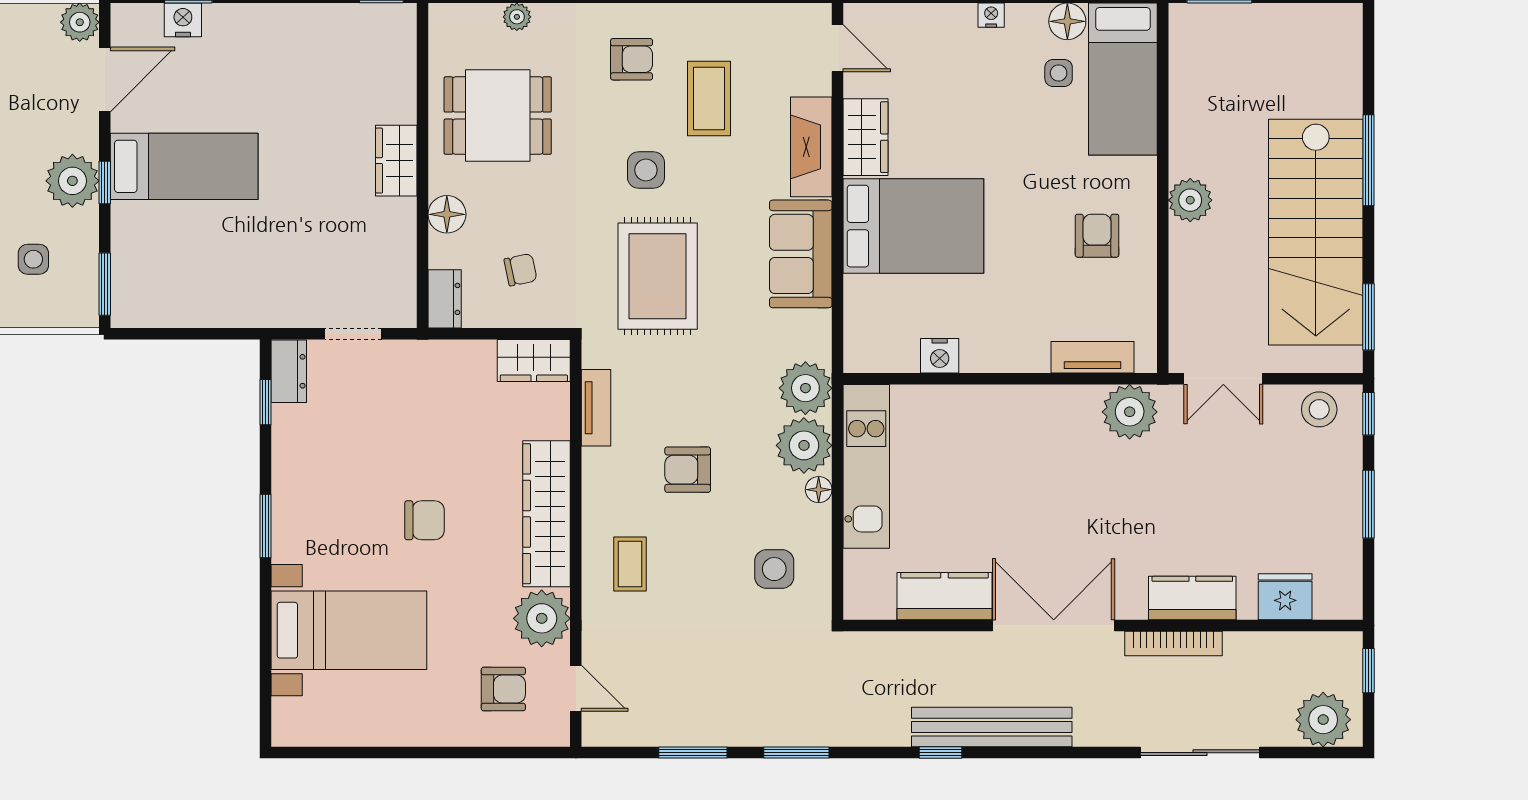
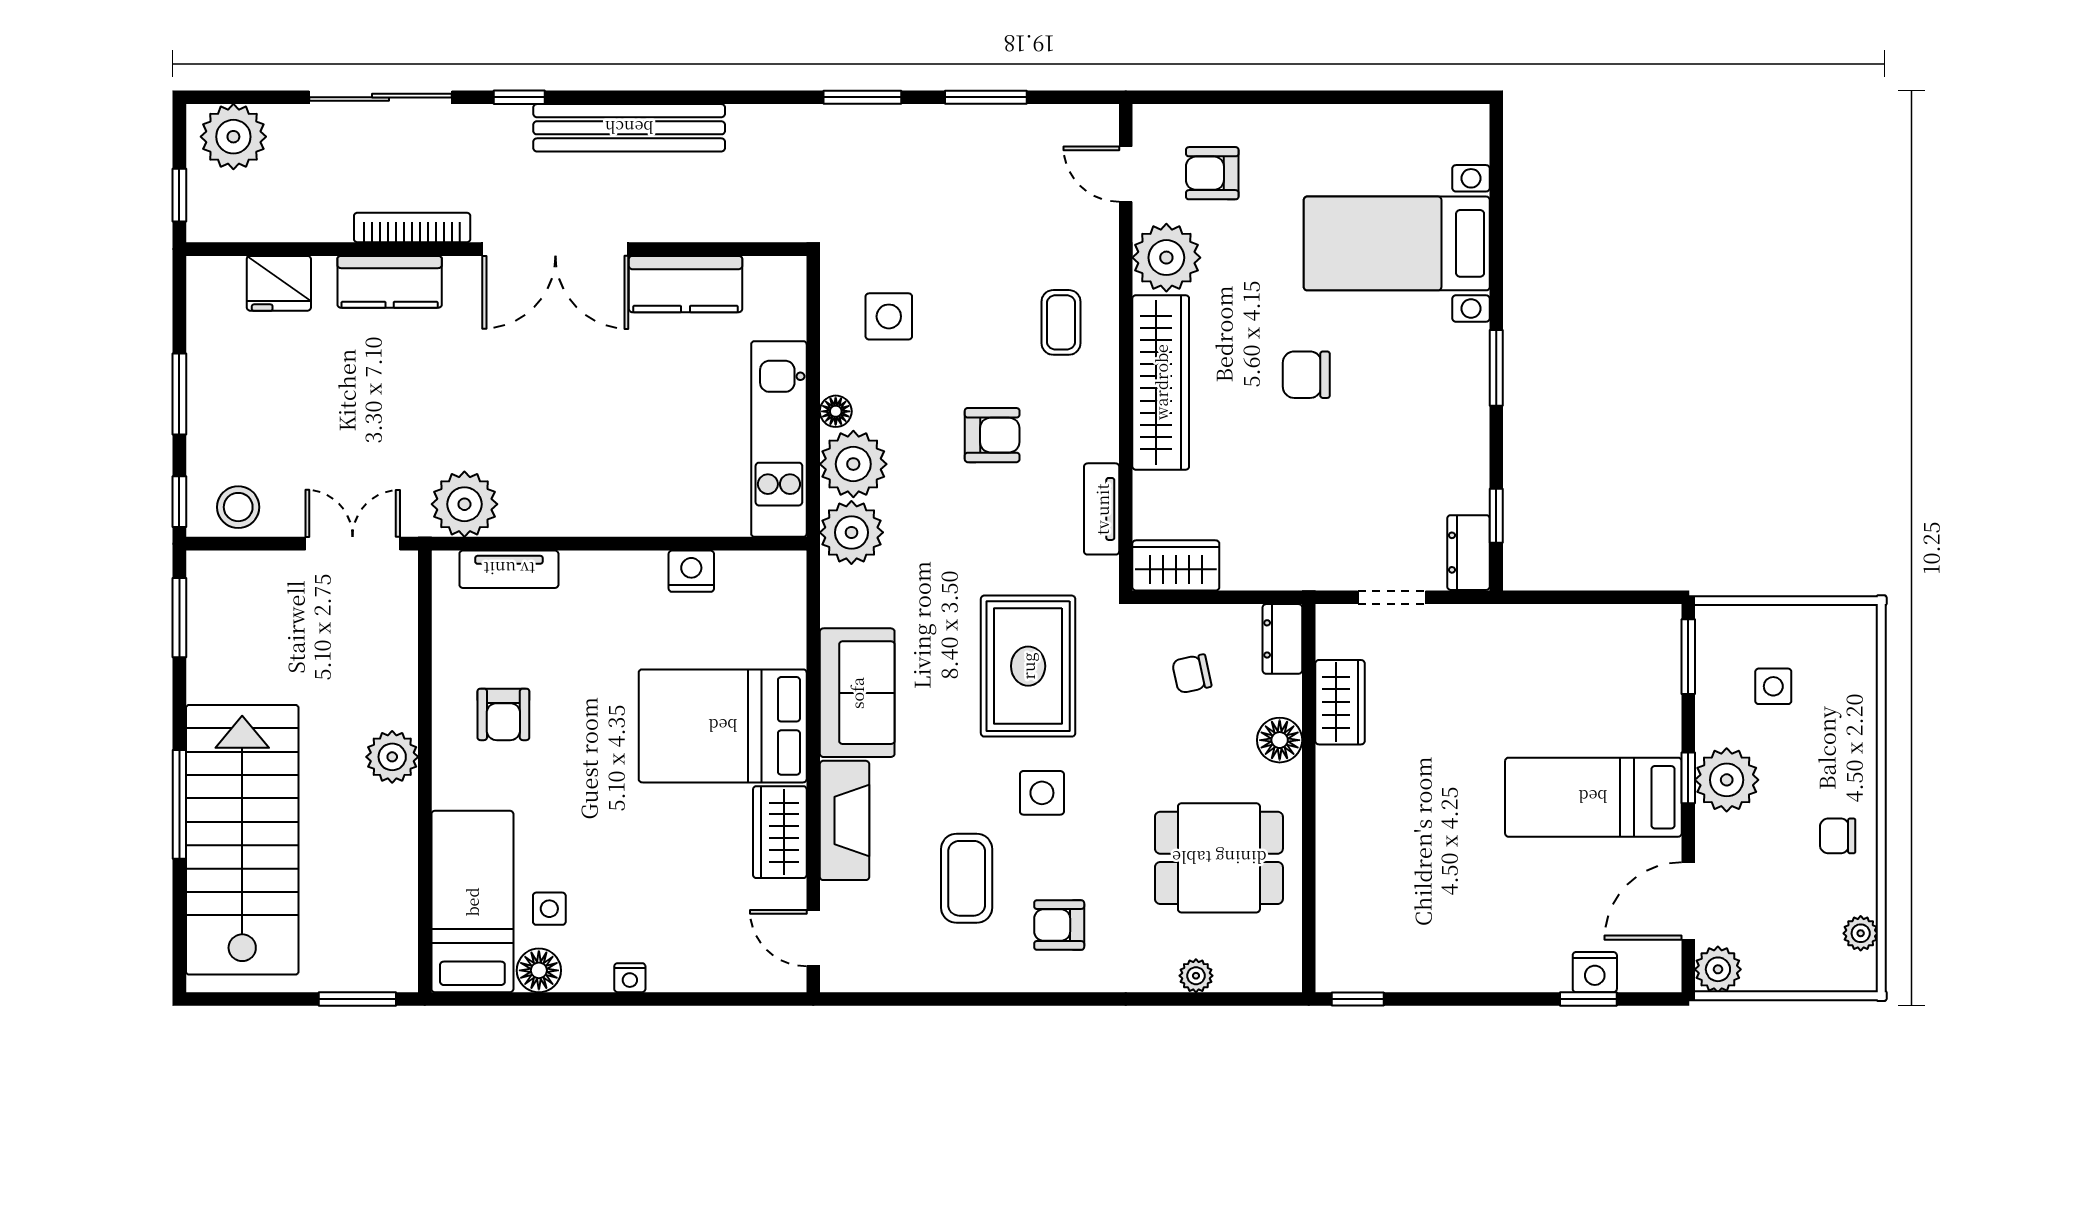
wardrobe: (396, 161) -> (1340, 702), moved
stairs: (1316, 232) -> (242, 840), moved
window: (940, 753) -> (519, 97), moved

